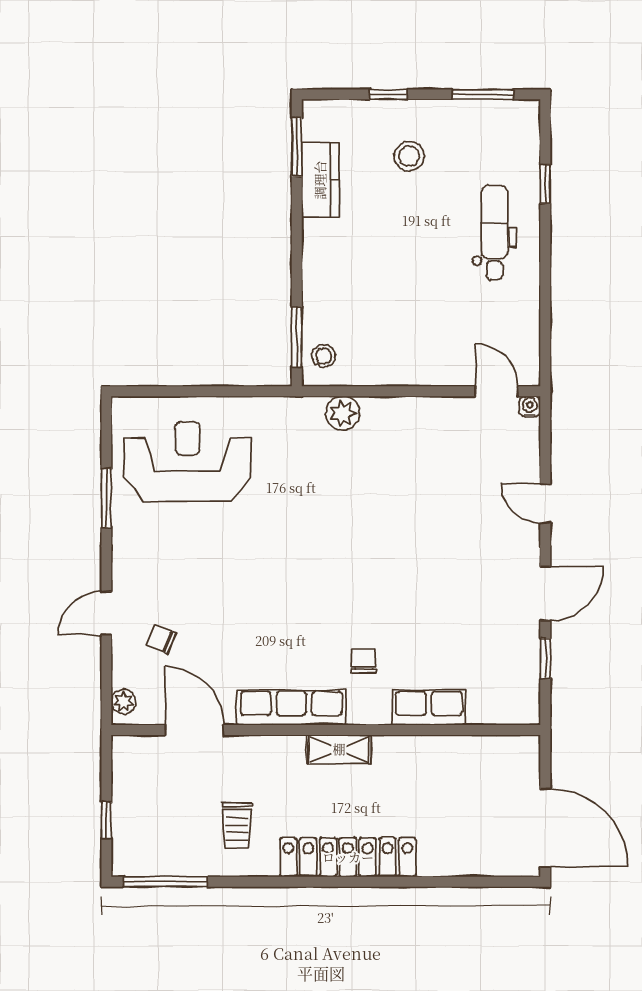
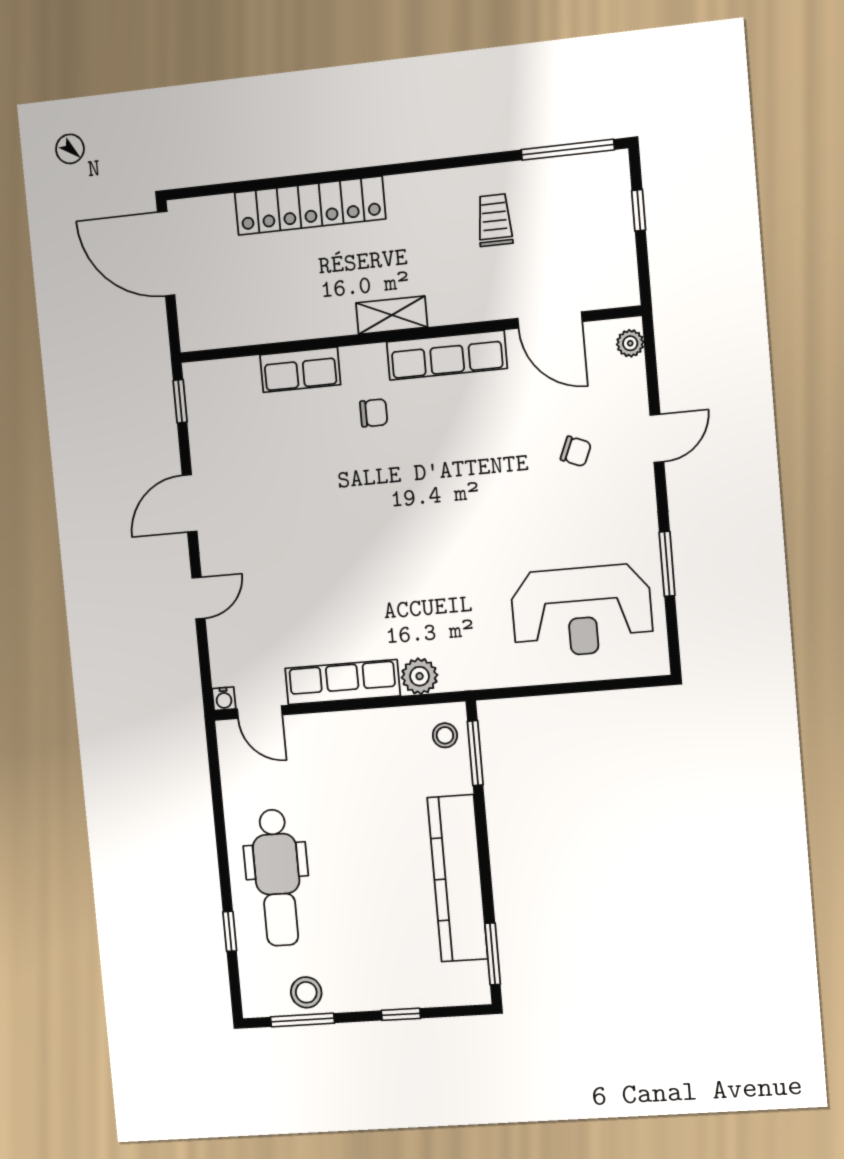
stool: (409, 156) -> (306, 992), moved
kitchen counter: (320, 180) -> (458, 878), width x2.08, depth x1.17
dental chair: (494, 232) -> (277, 878), width x1.36, depth x1.38
row of seats: (415, 413) -> (342, 682), added
door: (545, 504) -> (198, 598), hinge flipped
chair: (161, 639) -> (576, 451), moved
window: (545, 658) -> (180, 401), moved
chair: (364, 661) -> (374, 413), turned -90
locker: (348, 857) -> (310, 206), moved

